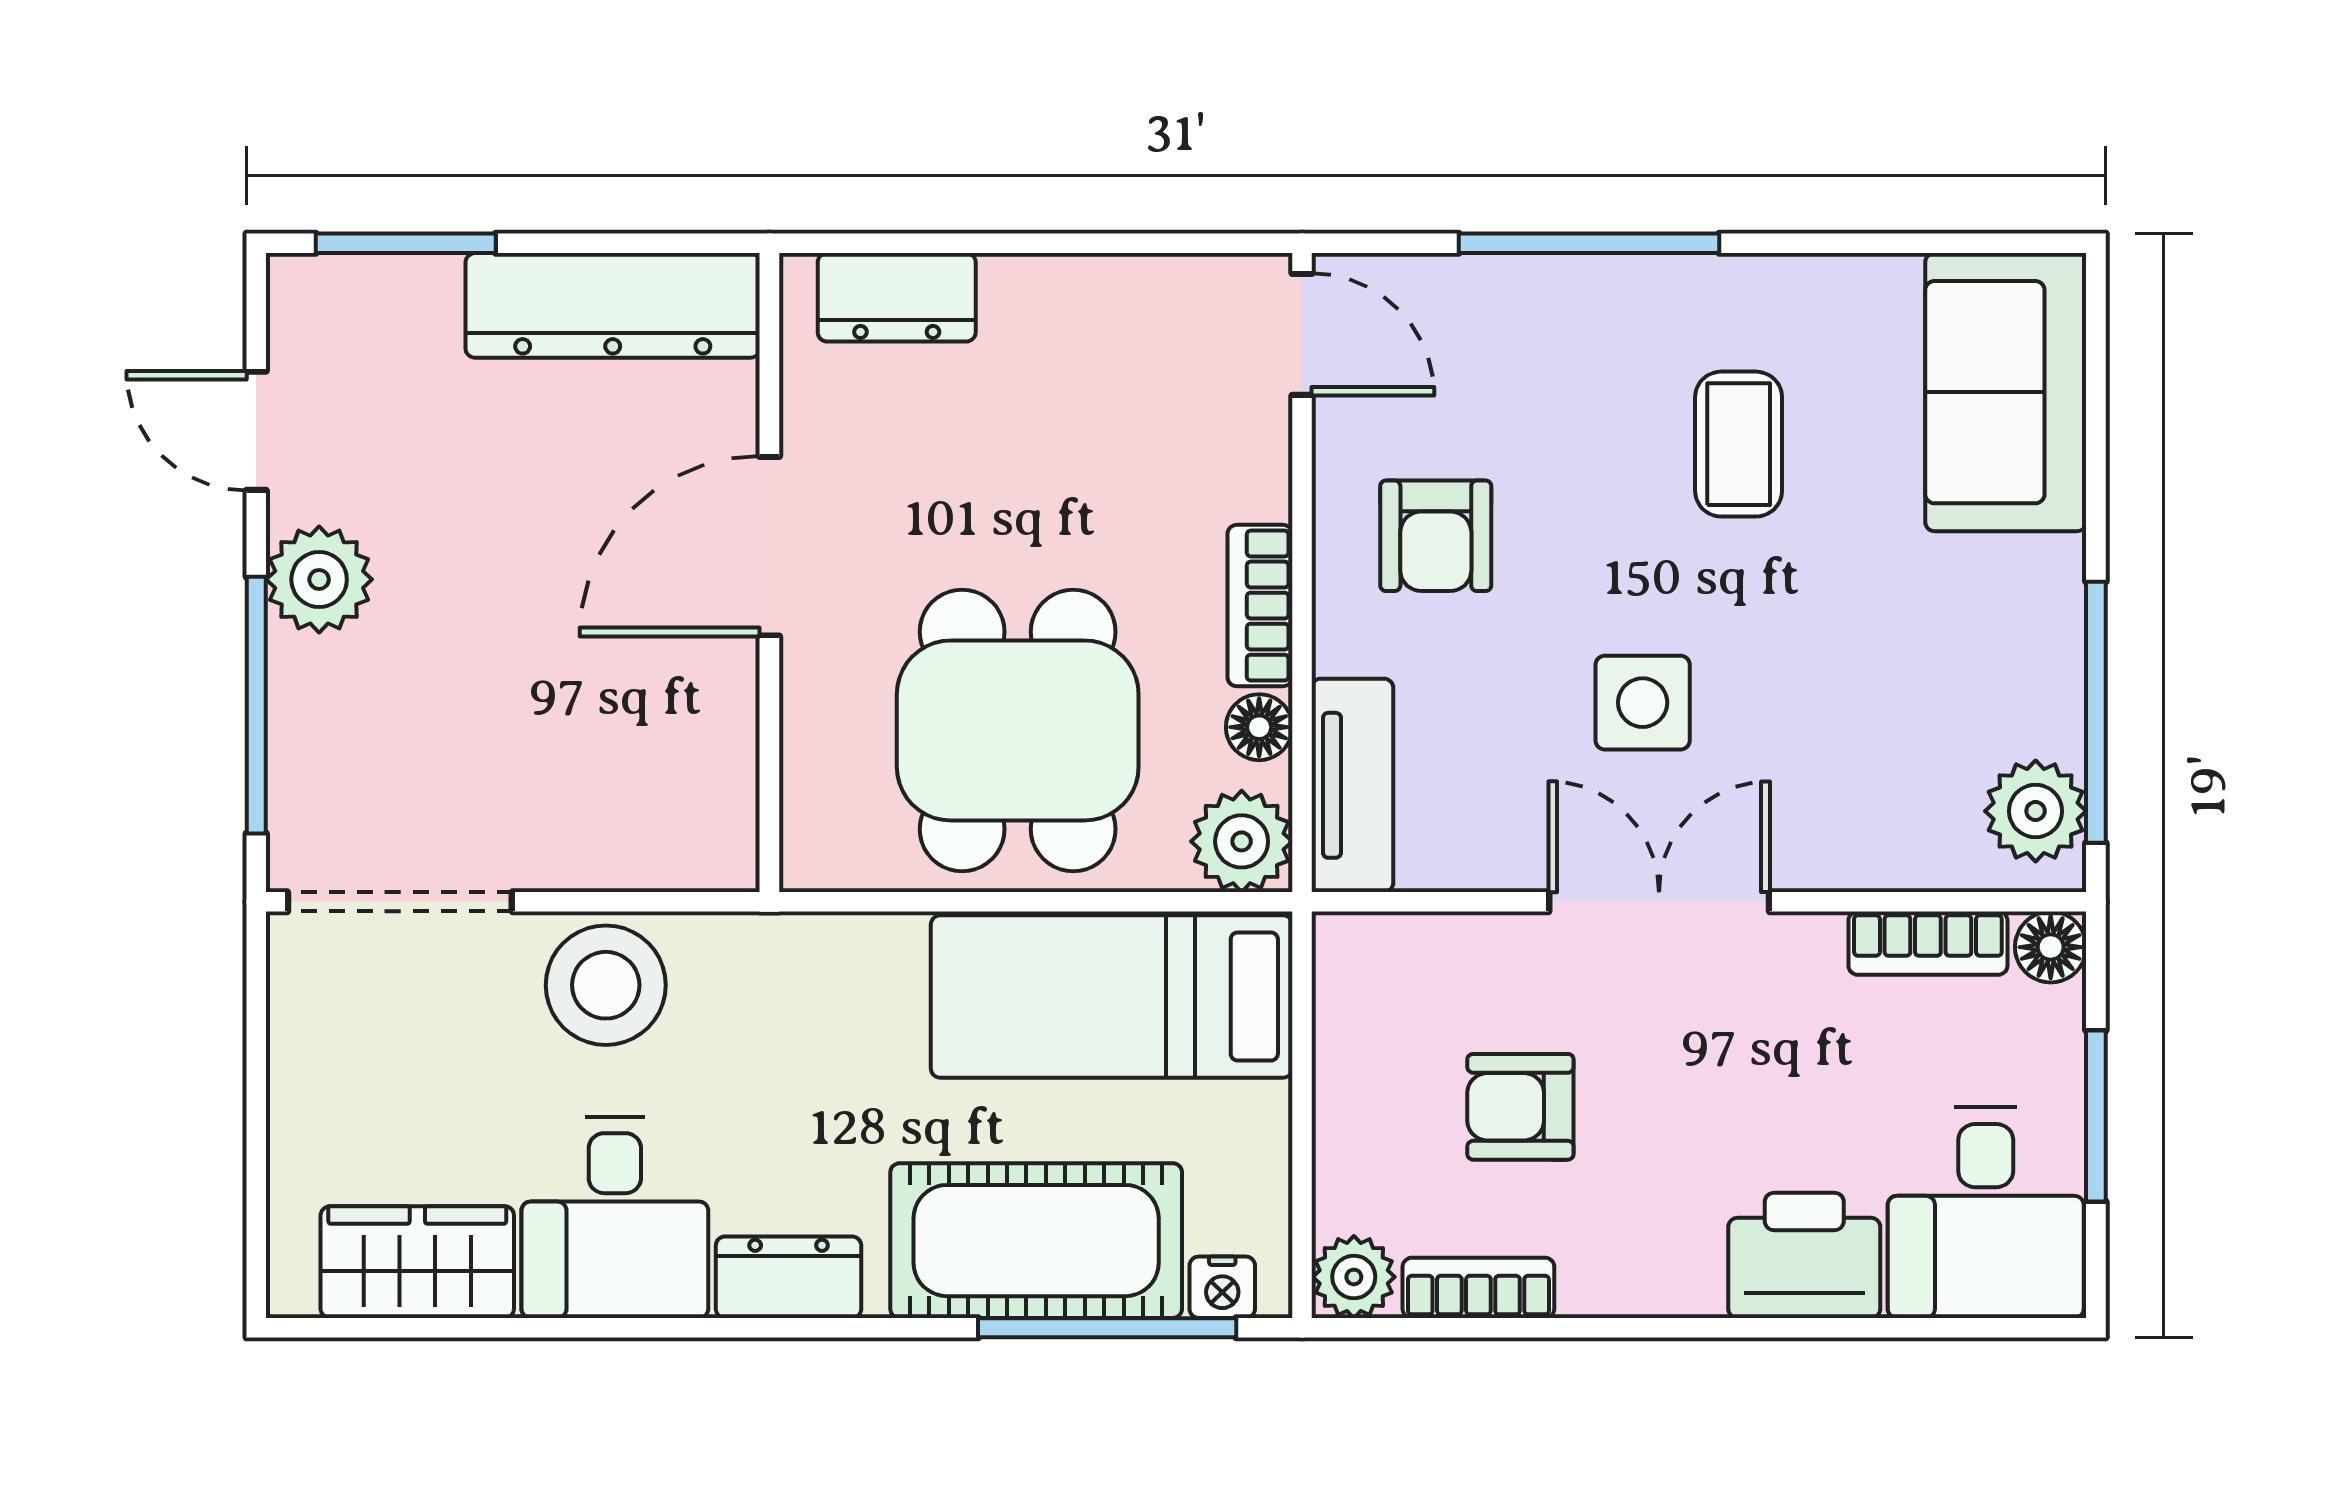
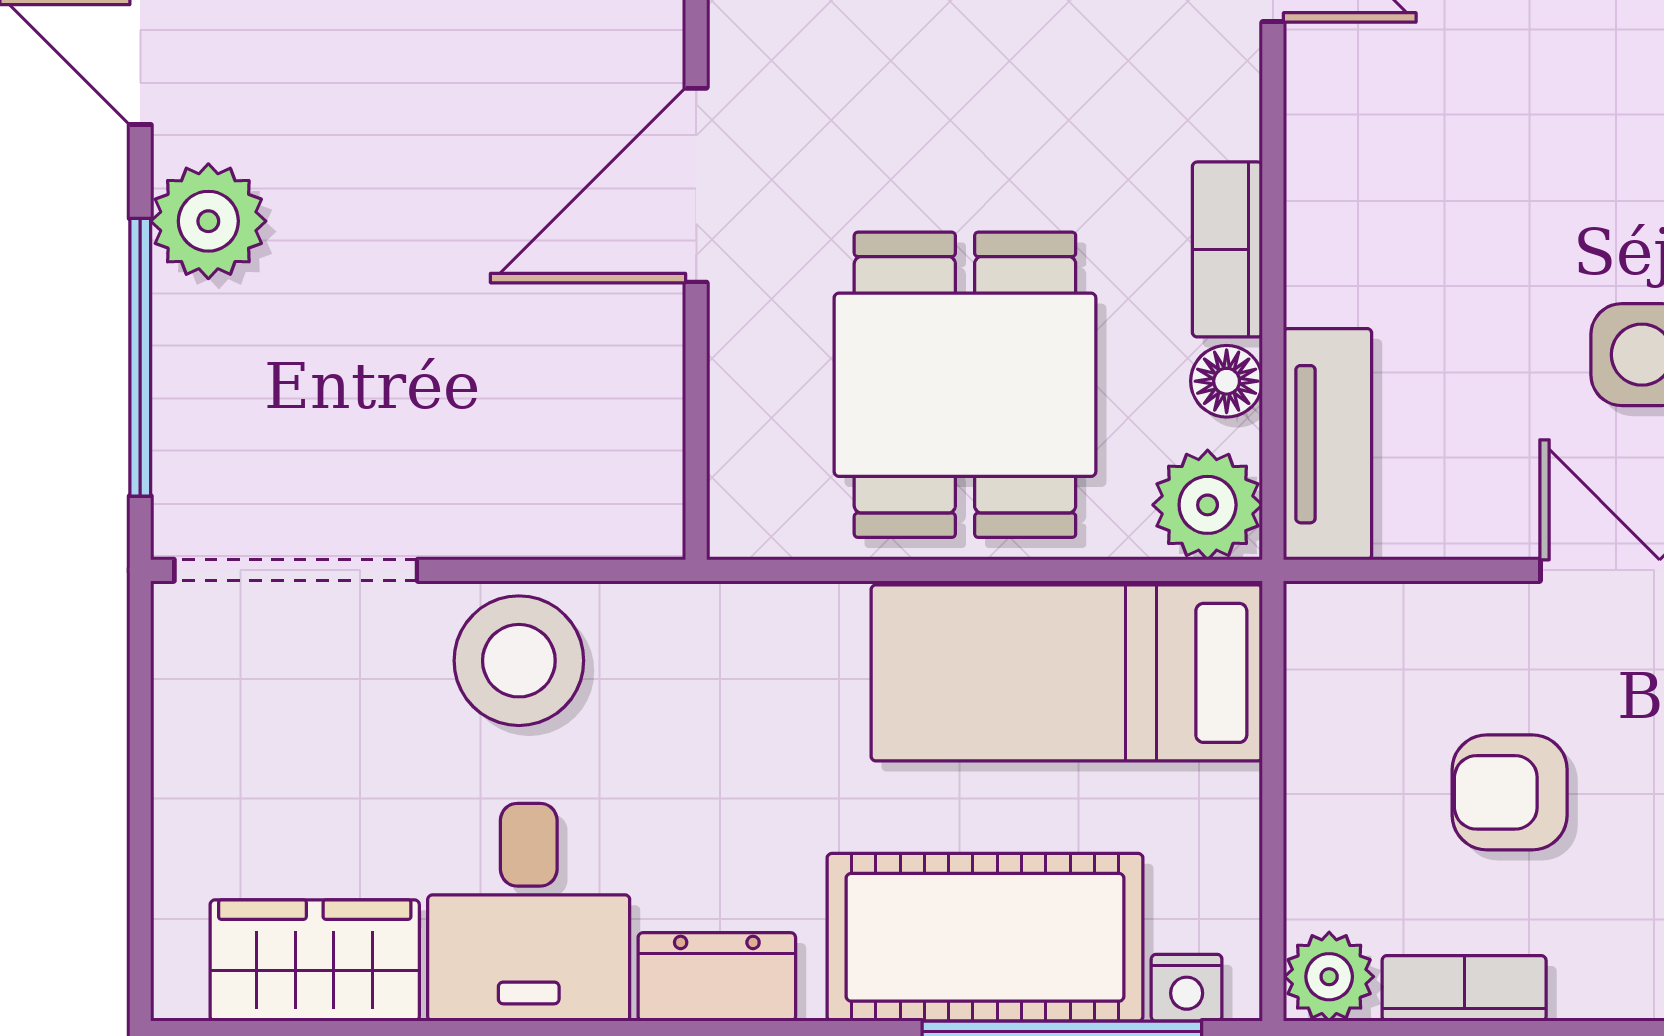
armchair: (1436, 536) -> (1418, 174), removed

